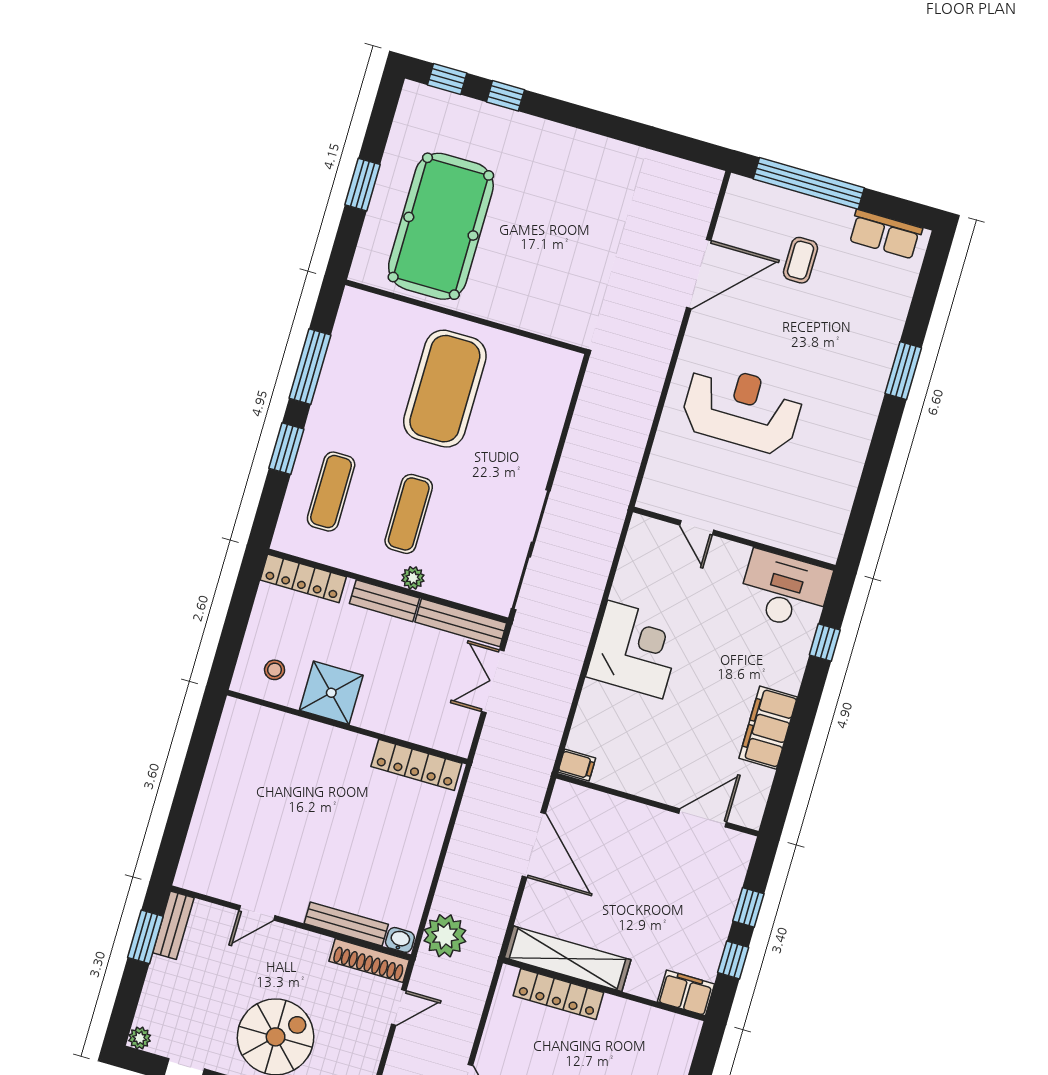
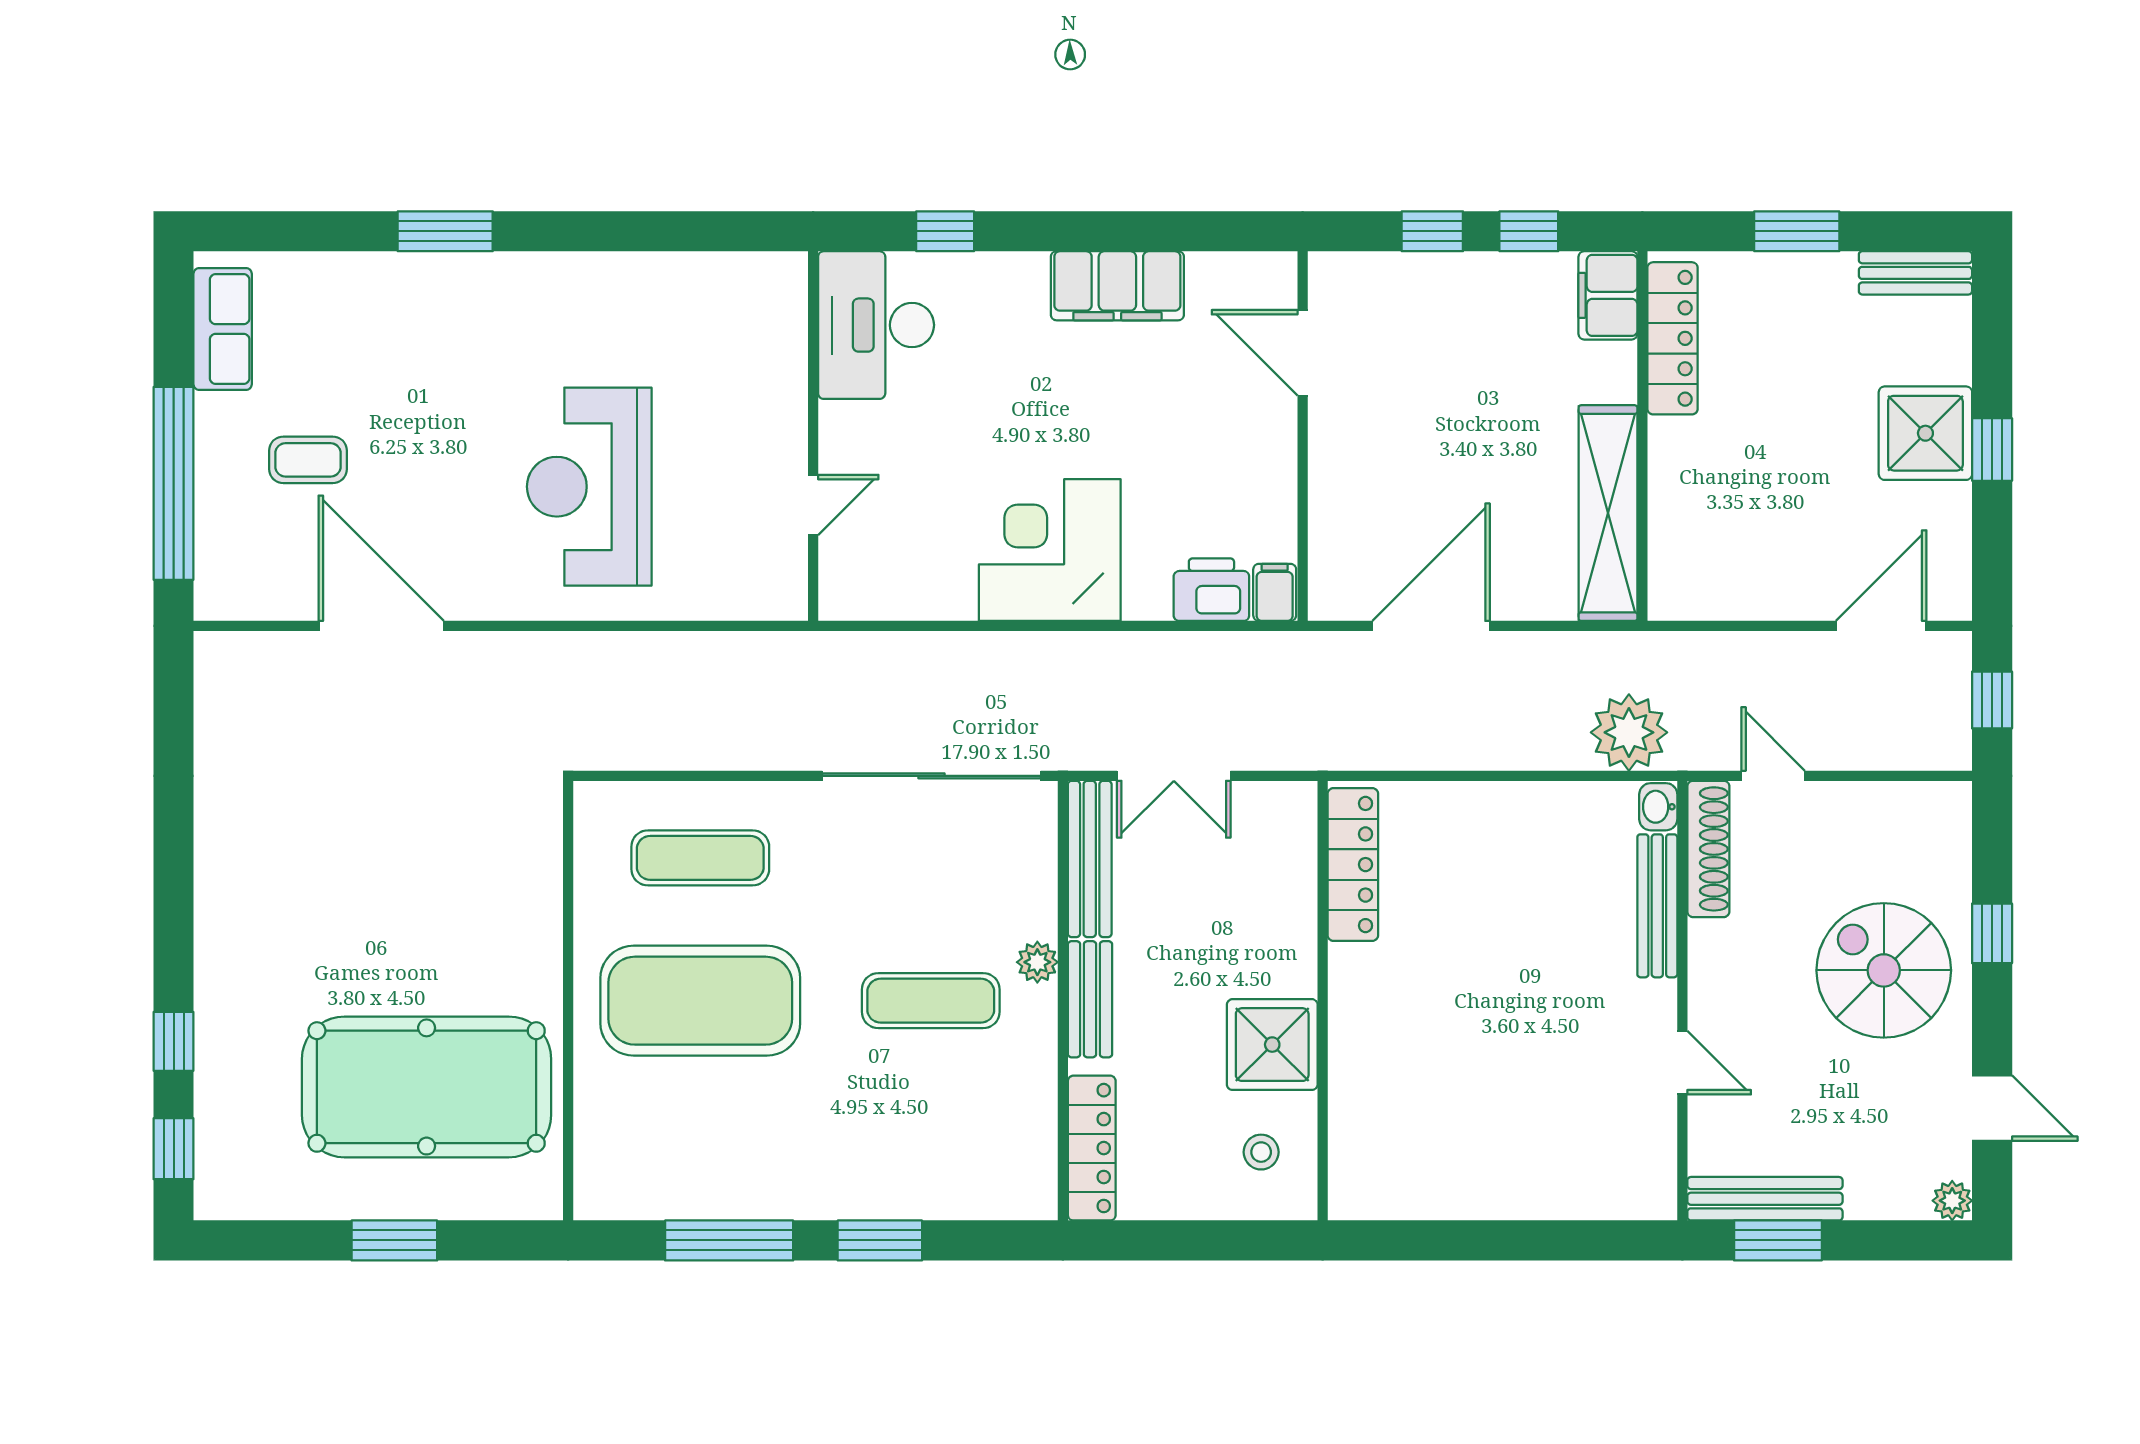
exercise mat: (331, 492) -> (700, 858), moved
printer: (588, 731) -> (1211, 590), added
bench: (173, 925) -> (1765, 1199), width x1.36
locker: (558, 994) -> (1673, 338), moved

